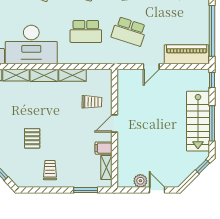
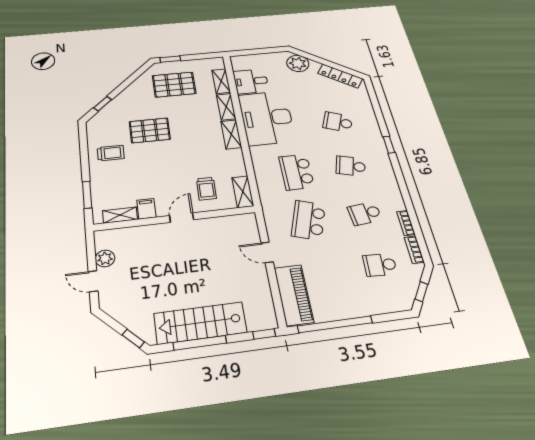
shelving: (73, 75) -> (243, 192), moved
door: (114, 123) -> (182, 218), hinge flipped
pallet: (32, 138) -> (150, 130), width x1.50, depth x1.42
door: (157, 190) -> (93, 281), swing flipped

